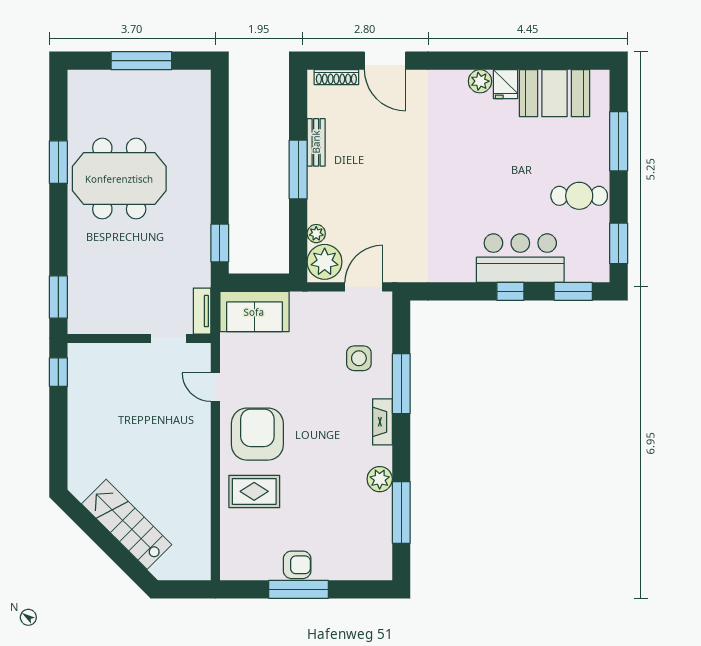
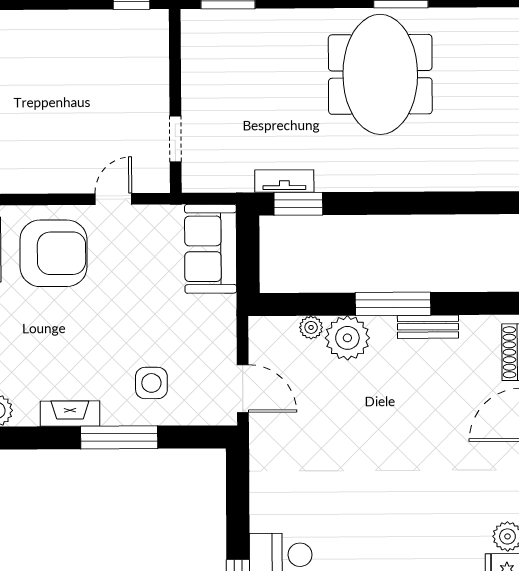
plant: (325, 262) -> (347, 338), moved
tv unit: (202, 311) -> (284, 181), moved

